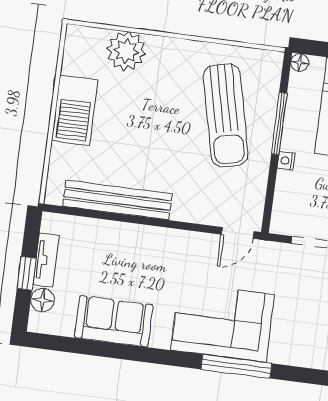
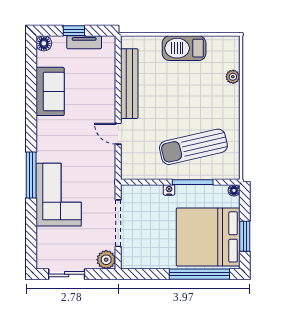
plant: (126, 51) -> (233, 77), width x0.53, depth x0.53
door: (238, 233) -> (118, 134), moved
floor lamp: (43, 300) -> (44, 43), moved
corner sofa: (223, 322) -> (59, 195), moved

